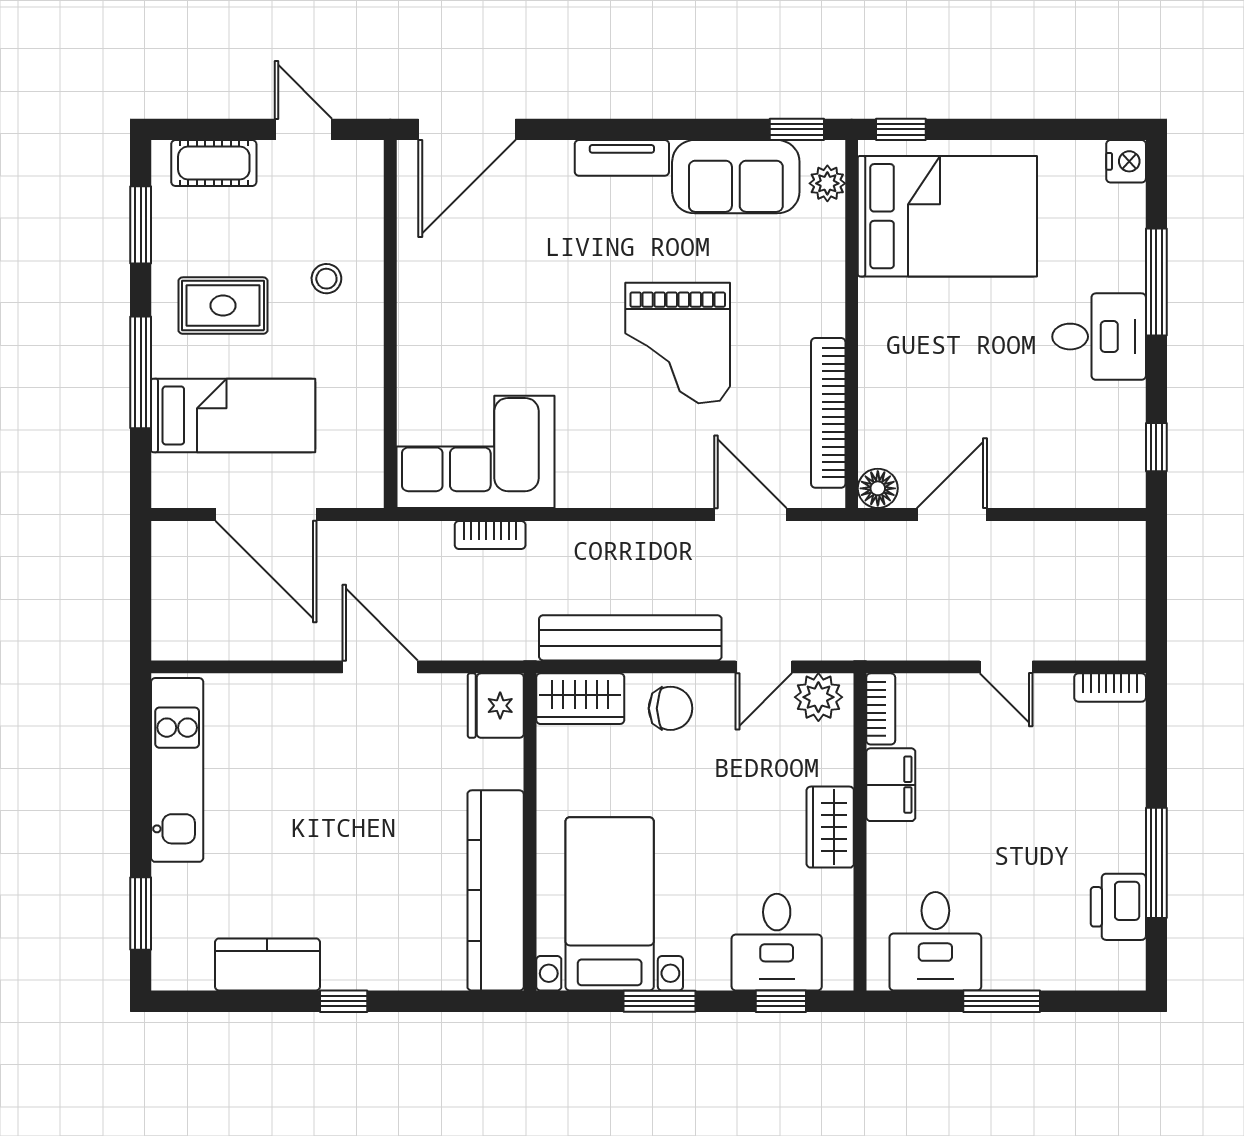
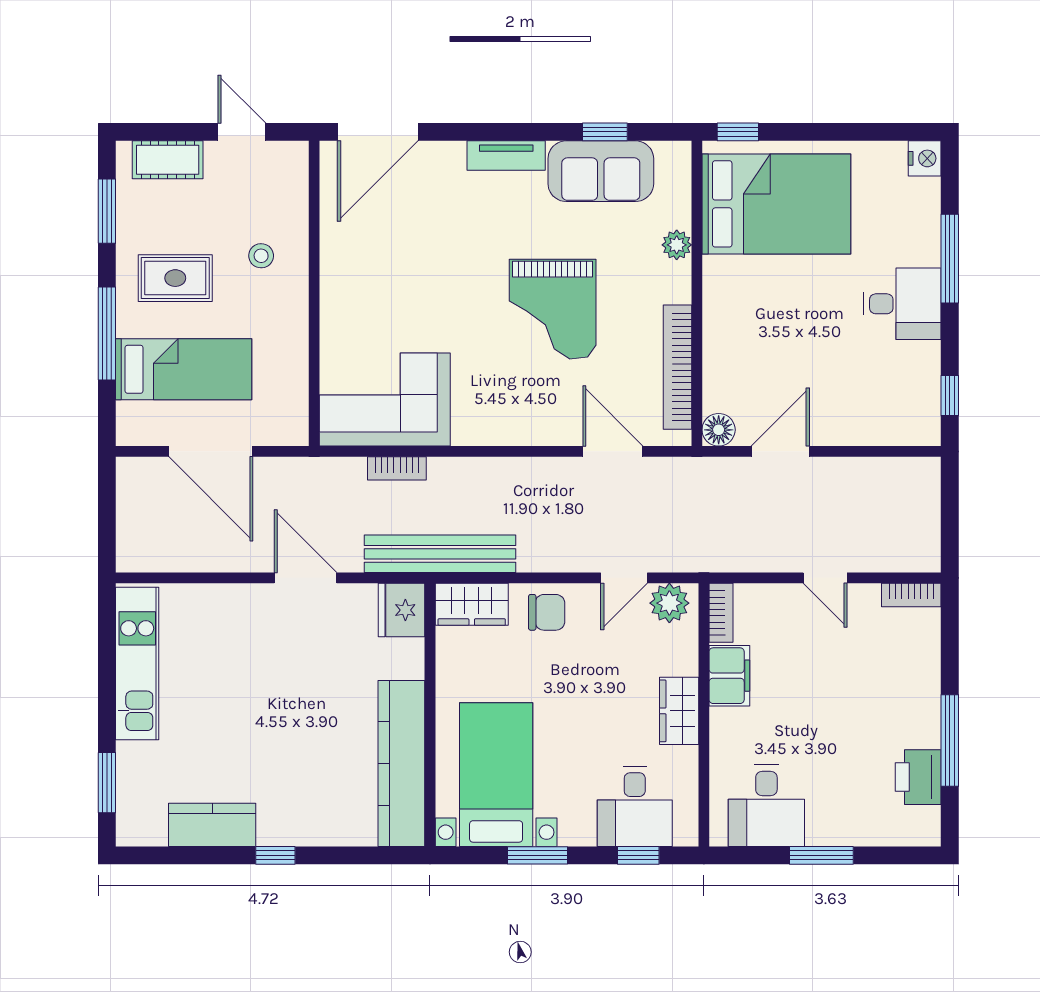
window: (797, 129) -> (605, 132), moved
plant: (827, 183) -> (677, 245), moved
bench: (630, 638) -> (440, 554), moved

